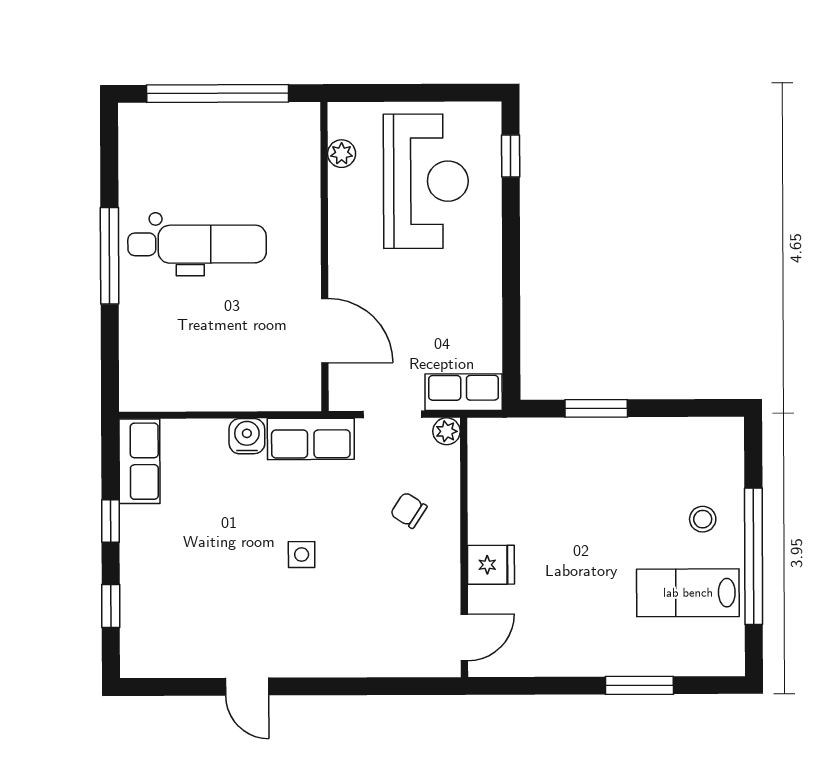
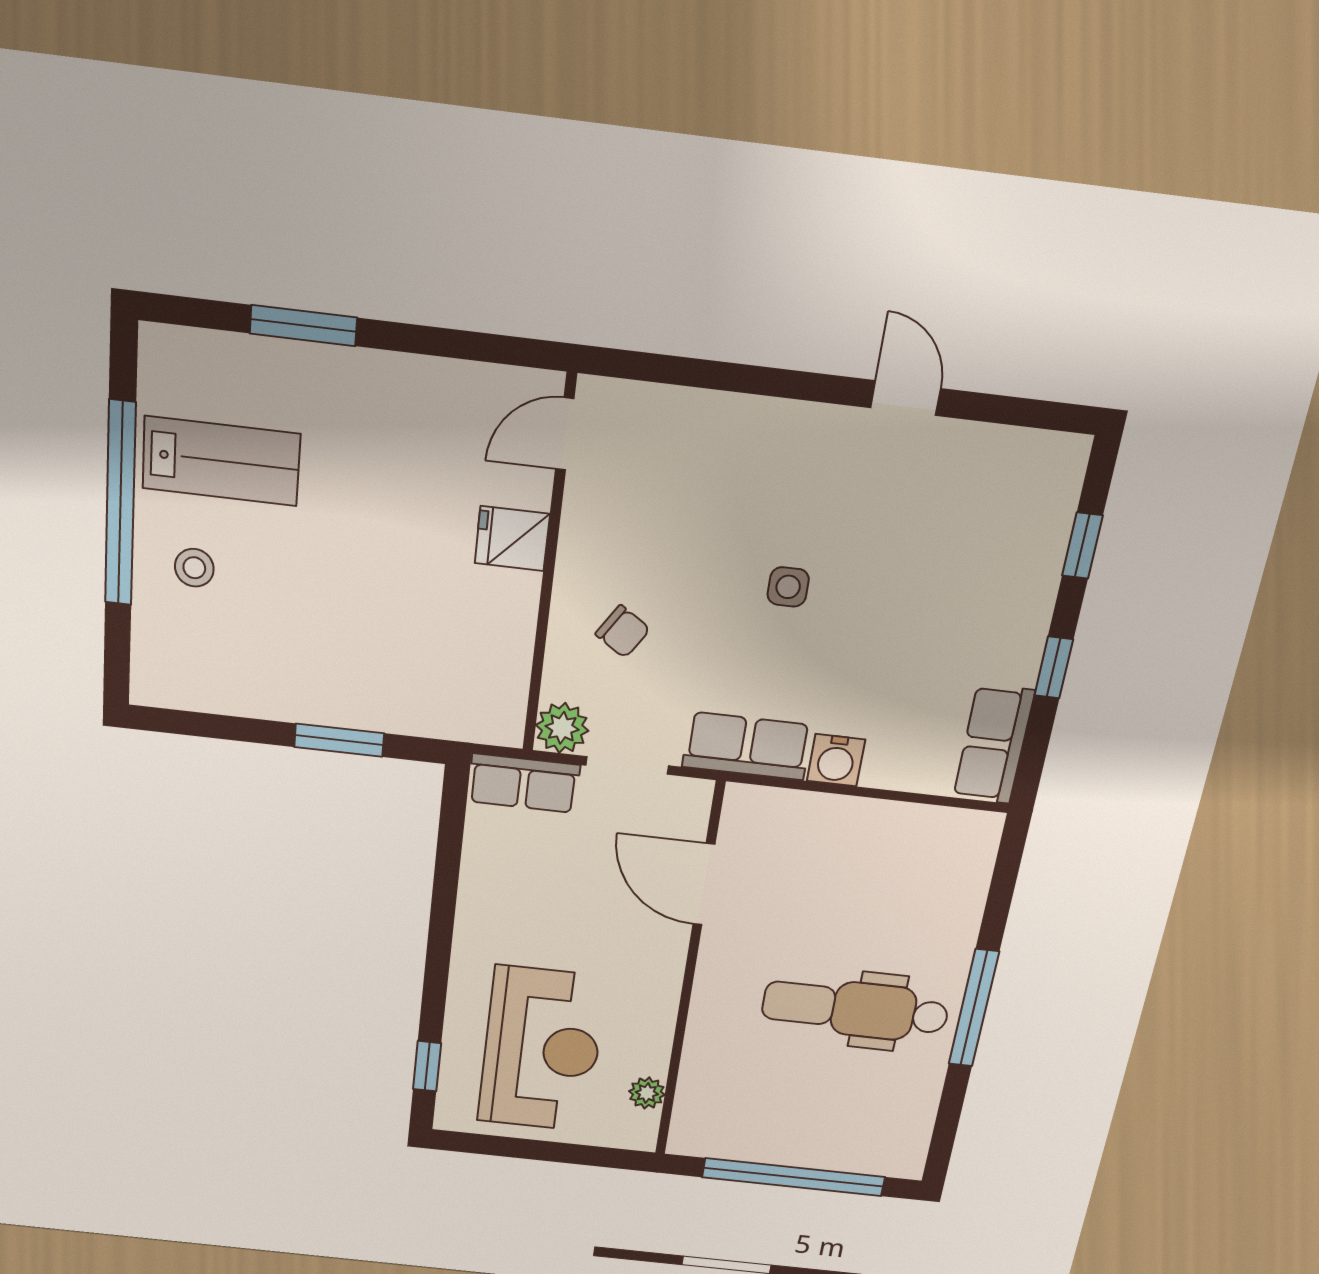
reception desk: (426, 181) -> (542, 1049), turned 180
plant: (447, 431) -> (562, 728), width x1.38, depth x1.38

